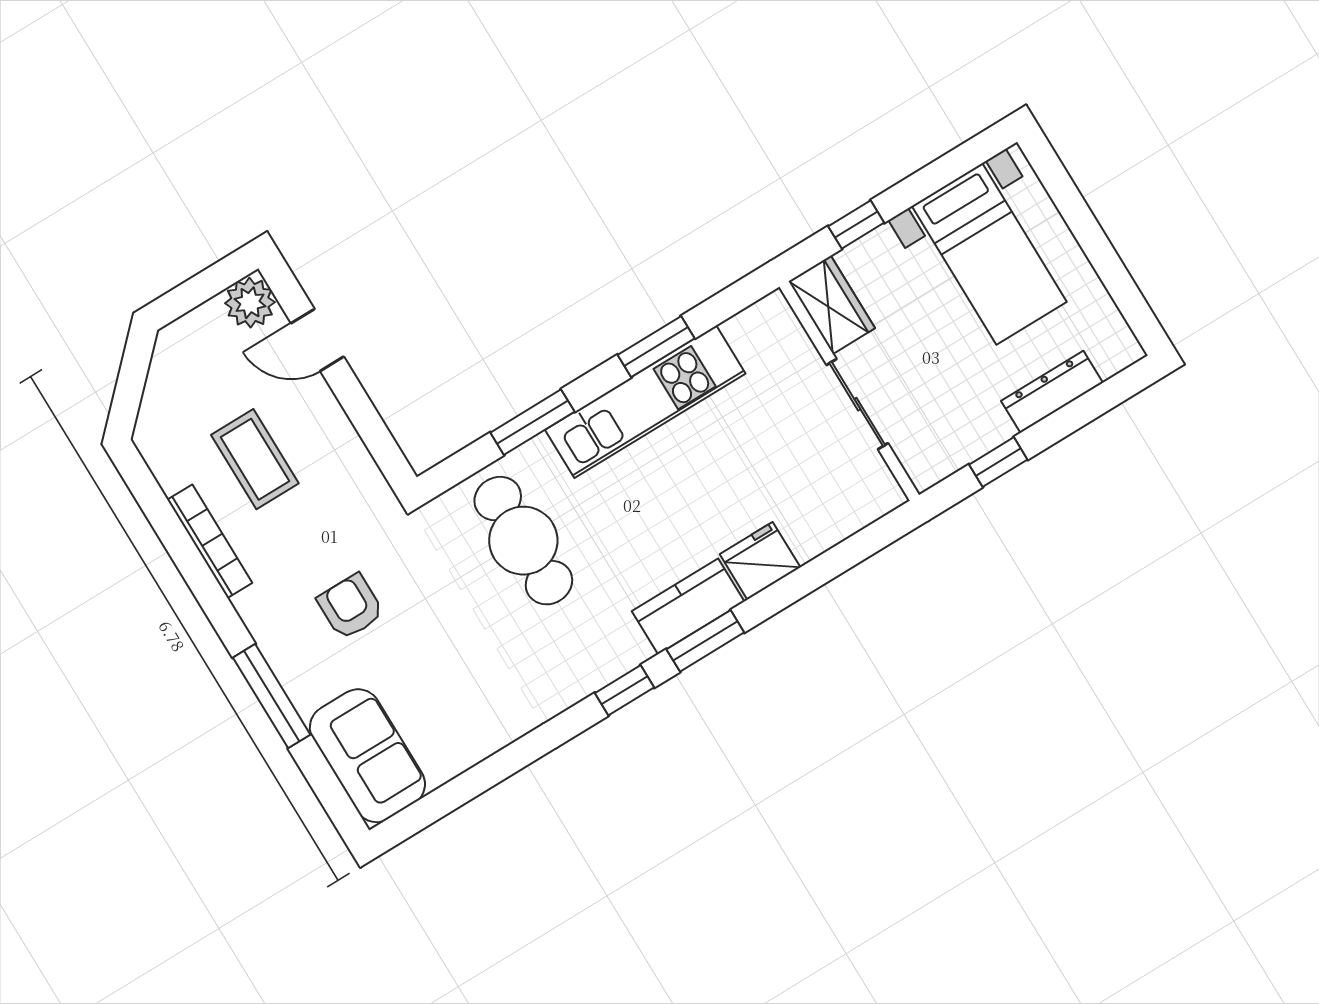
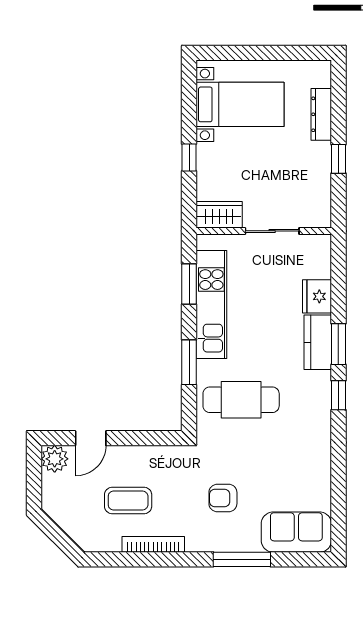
wardrobe: (832, 305) -> (219, 215), moved
wall: (849, 391) -> (264, 231), moved
sliding door: (857, 404) -> (272, 231), moved

